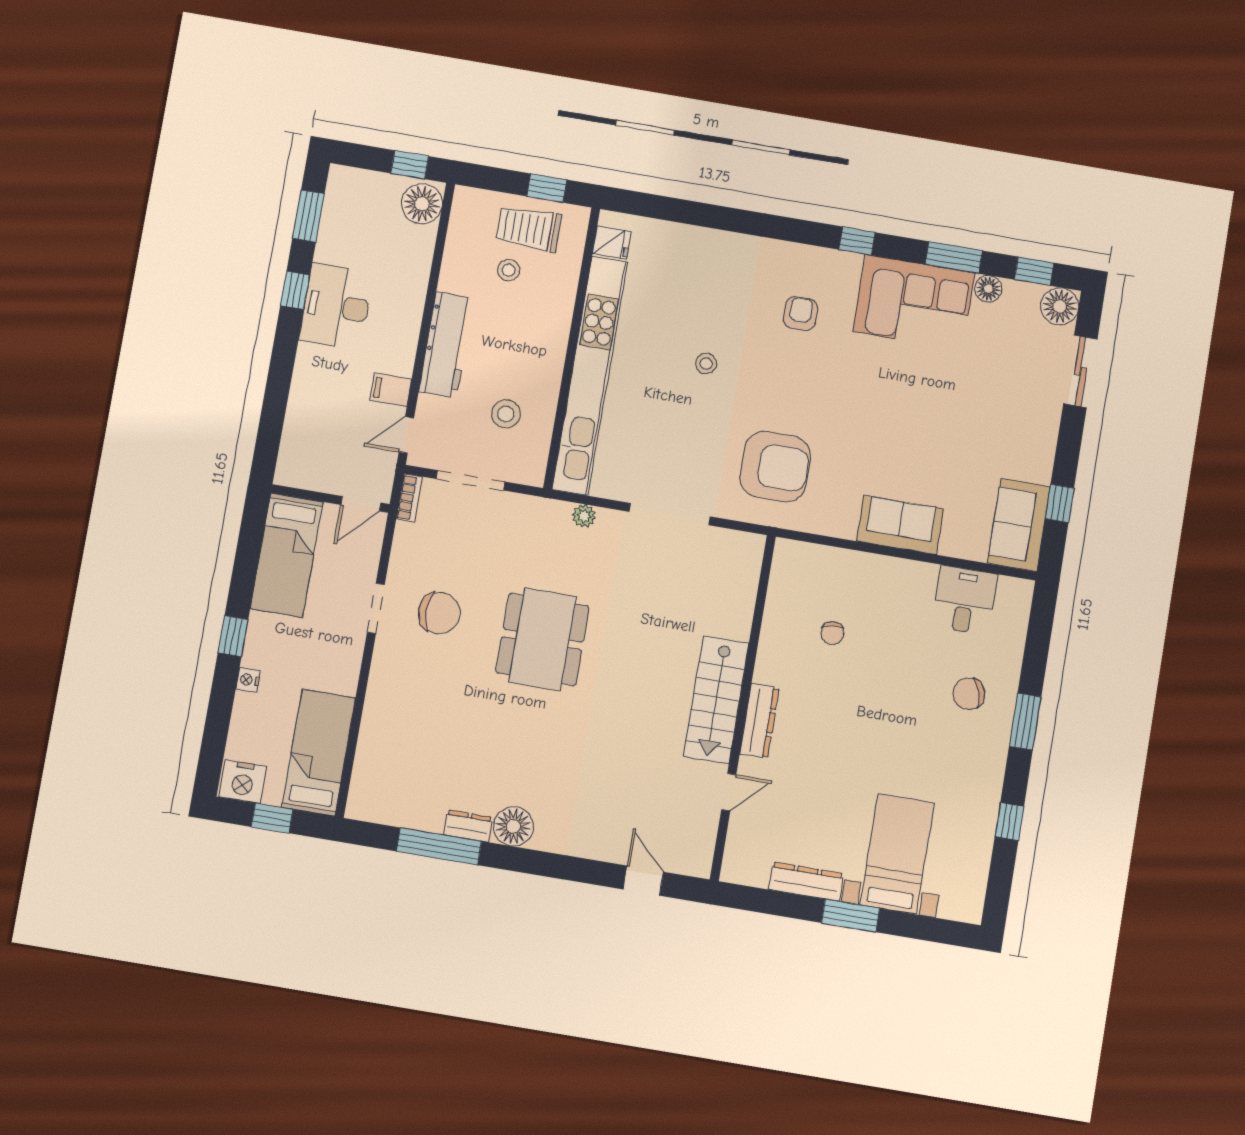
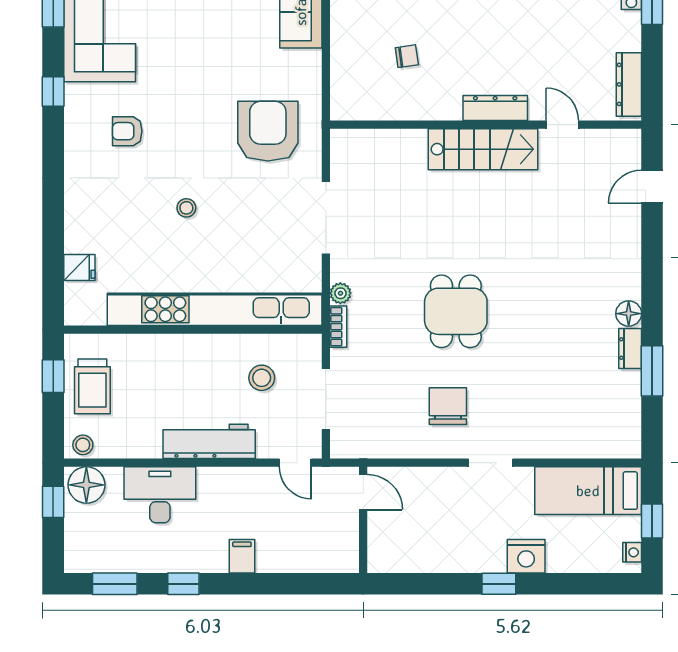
fridge: (612, 243) -> (79, 268), moved, turned 90
stool: (509, 270) -> (83, 445), moved
desk: (336, 306) -> (160, 495), moved, turned 180
filing cabinet: (391, 390) -> (242, 556), moved, turned 180
bookcase: (409, 498) -> (338, 327), moved, turned 90
bed: (287, 555) -> (420, 549), removed
doorway: (376, 608) -> (491, 463), moved
dining table: (542, 639) -> (456, 311), width x0.73
nightstand: (248, 680) -> (526, 556), width x1.89, depth x1.79
nightstand: (243, 782) -> (632, 552), width x0.53, depth x0.56
floor lamp: (513, 826) -> (629, 314), width x0.73, depth x0.73
window: (439, 846) -> (652, 371), width x0.69
dresser: (806, 882) -> (629, 84), moved

